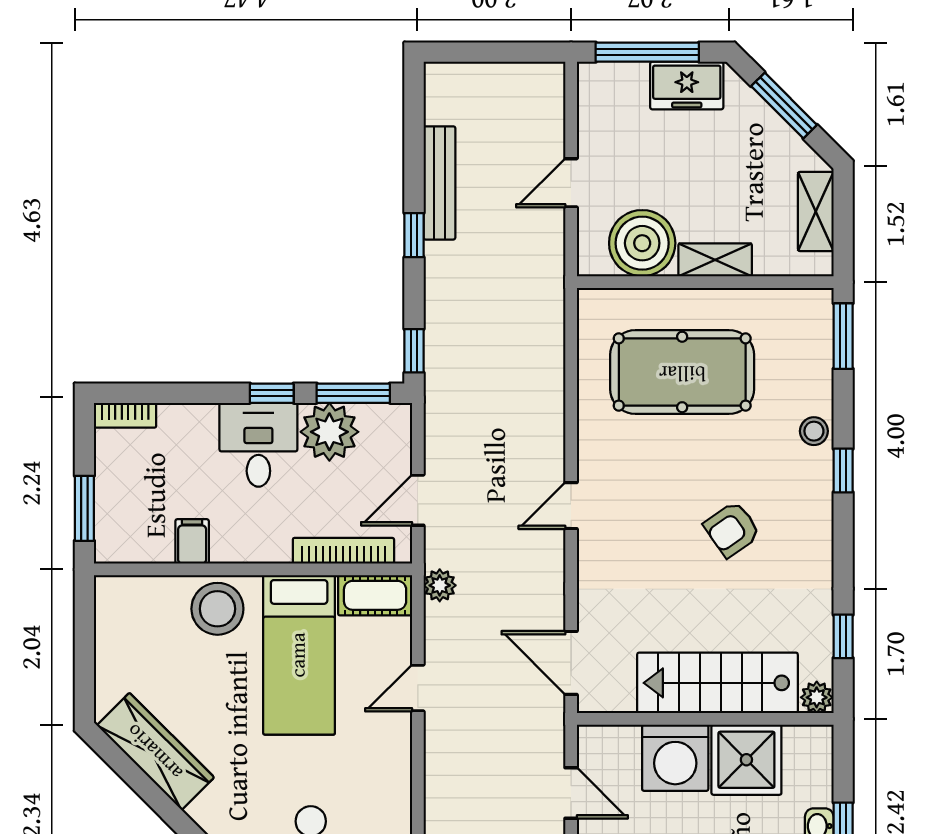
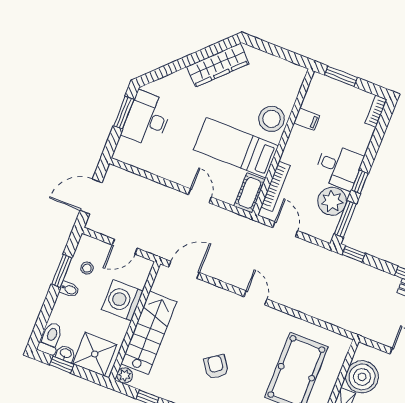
plant: (440, 585) -> (243, 224), removed
shower: (746, 760) -> (95, 354), moved

